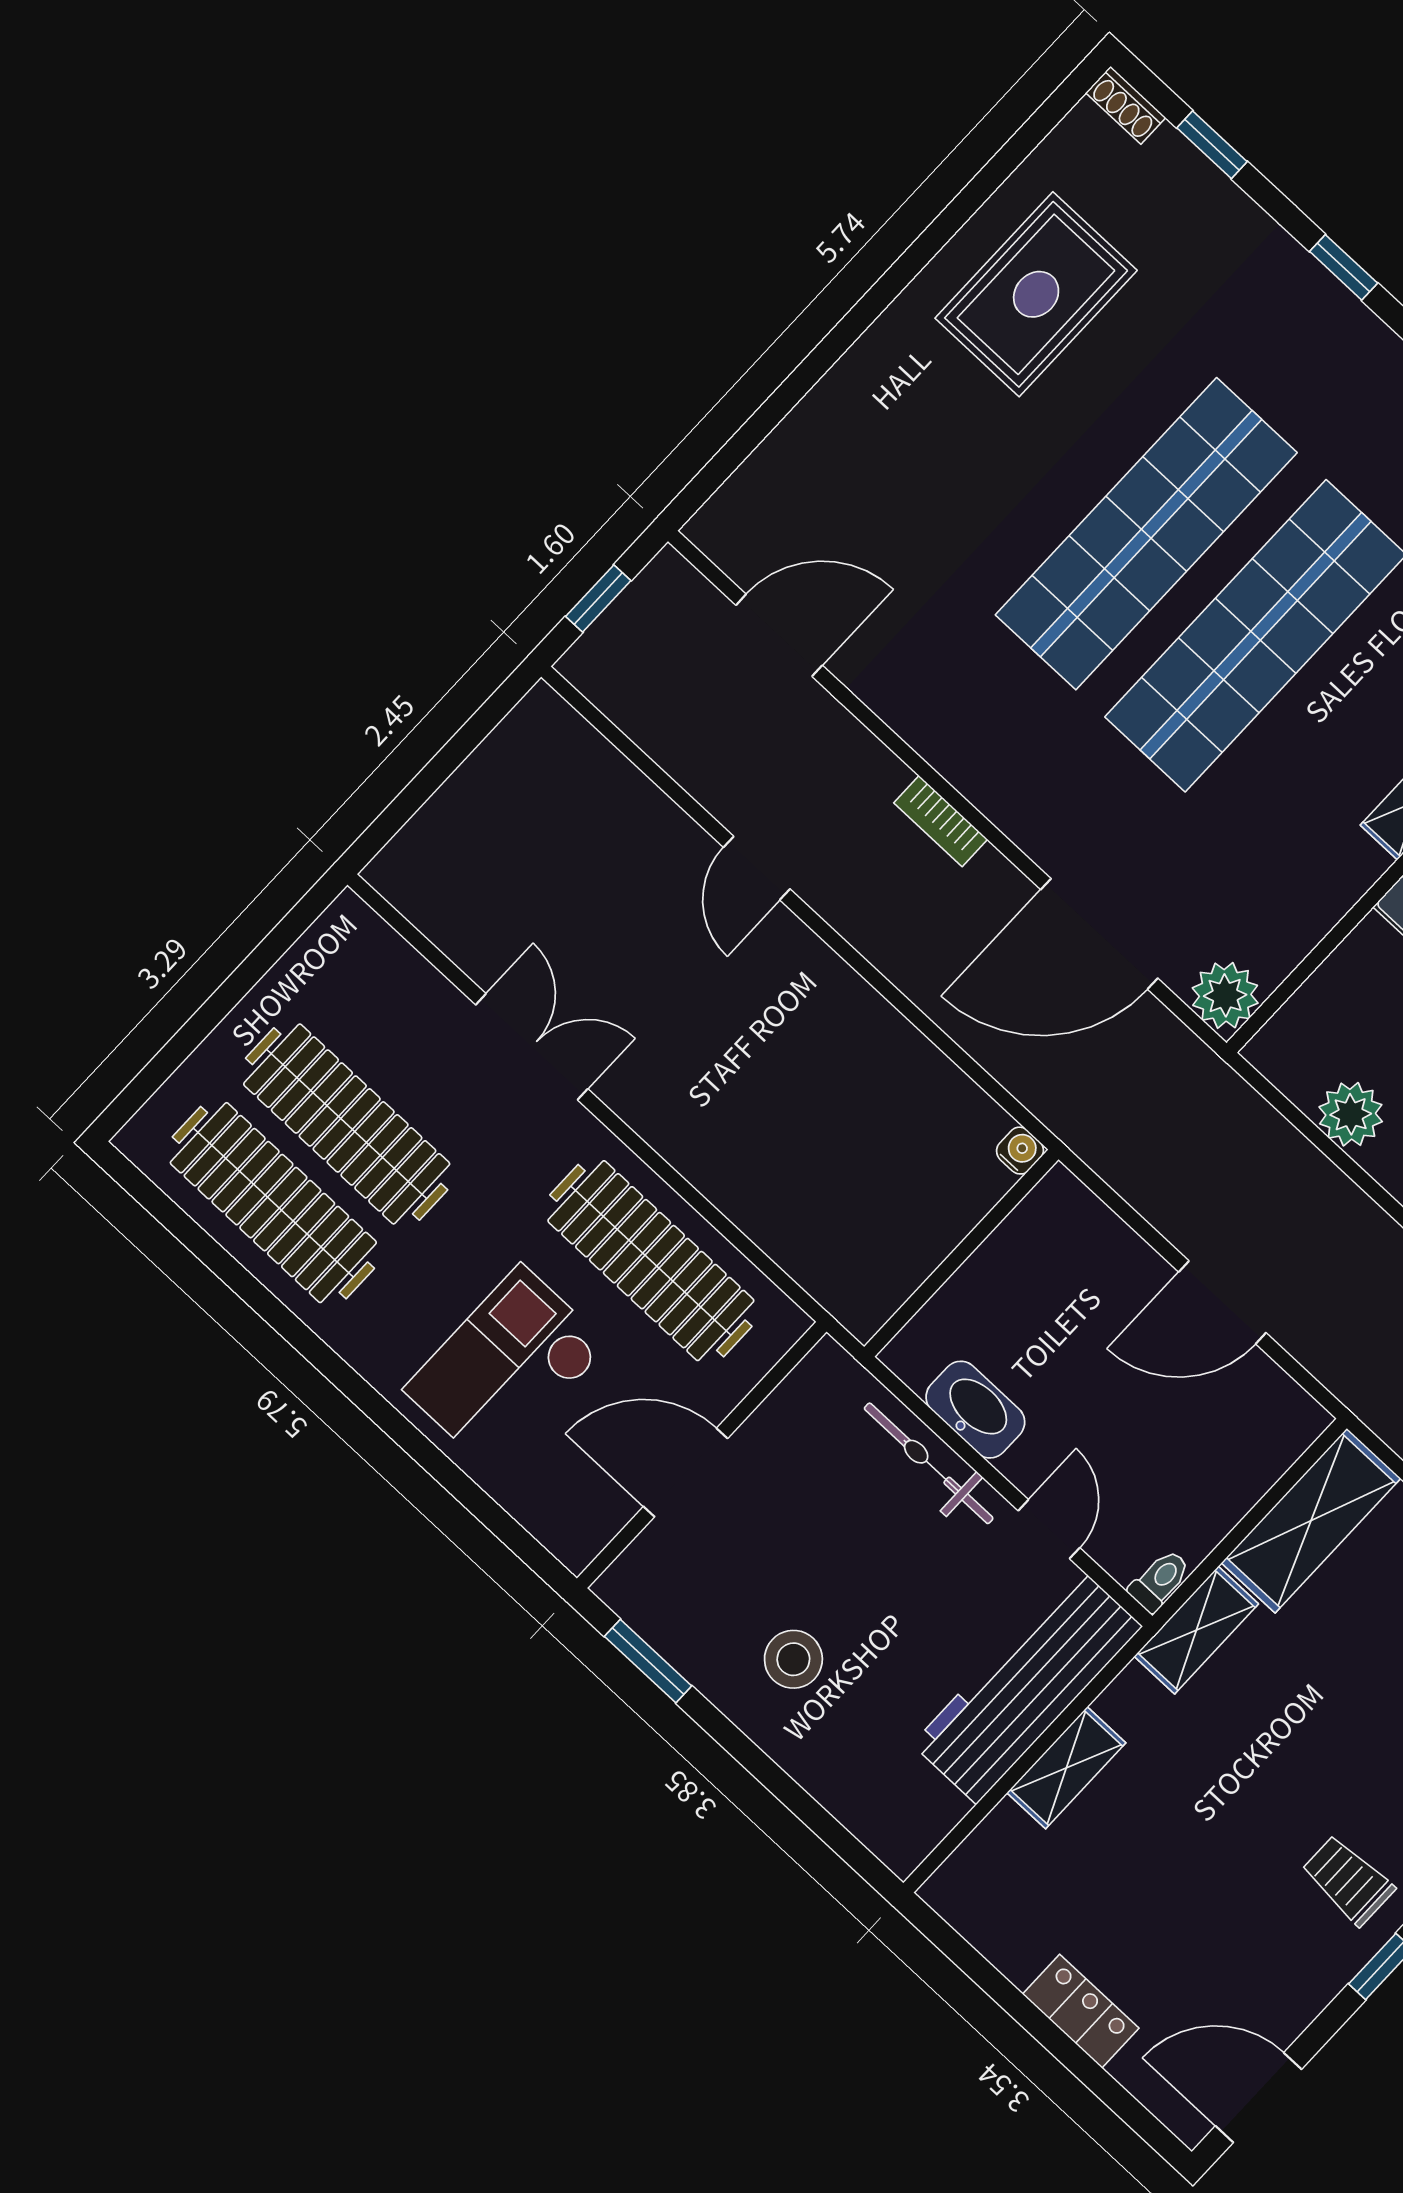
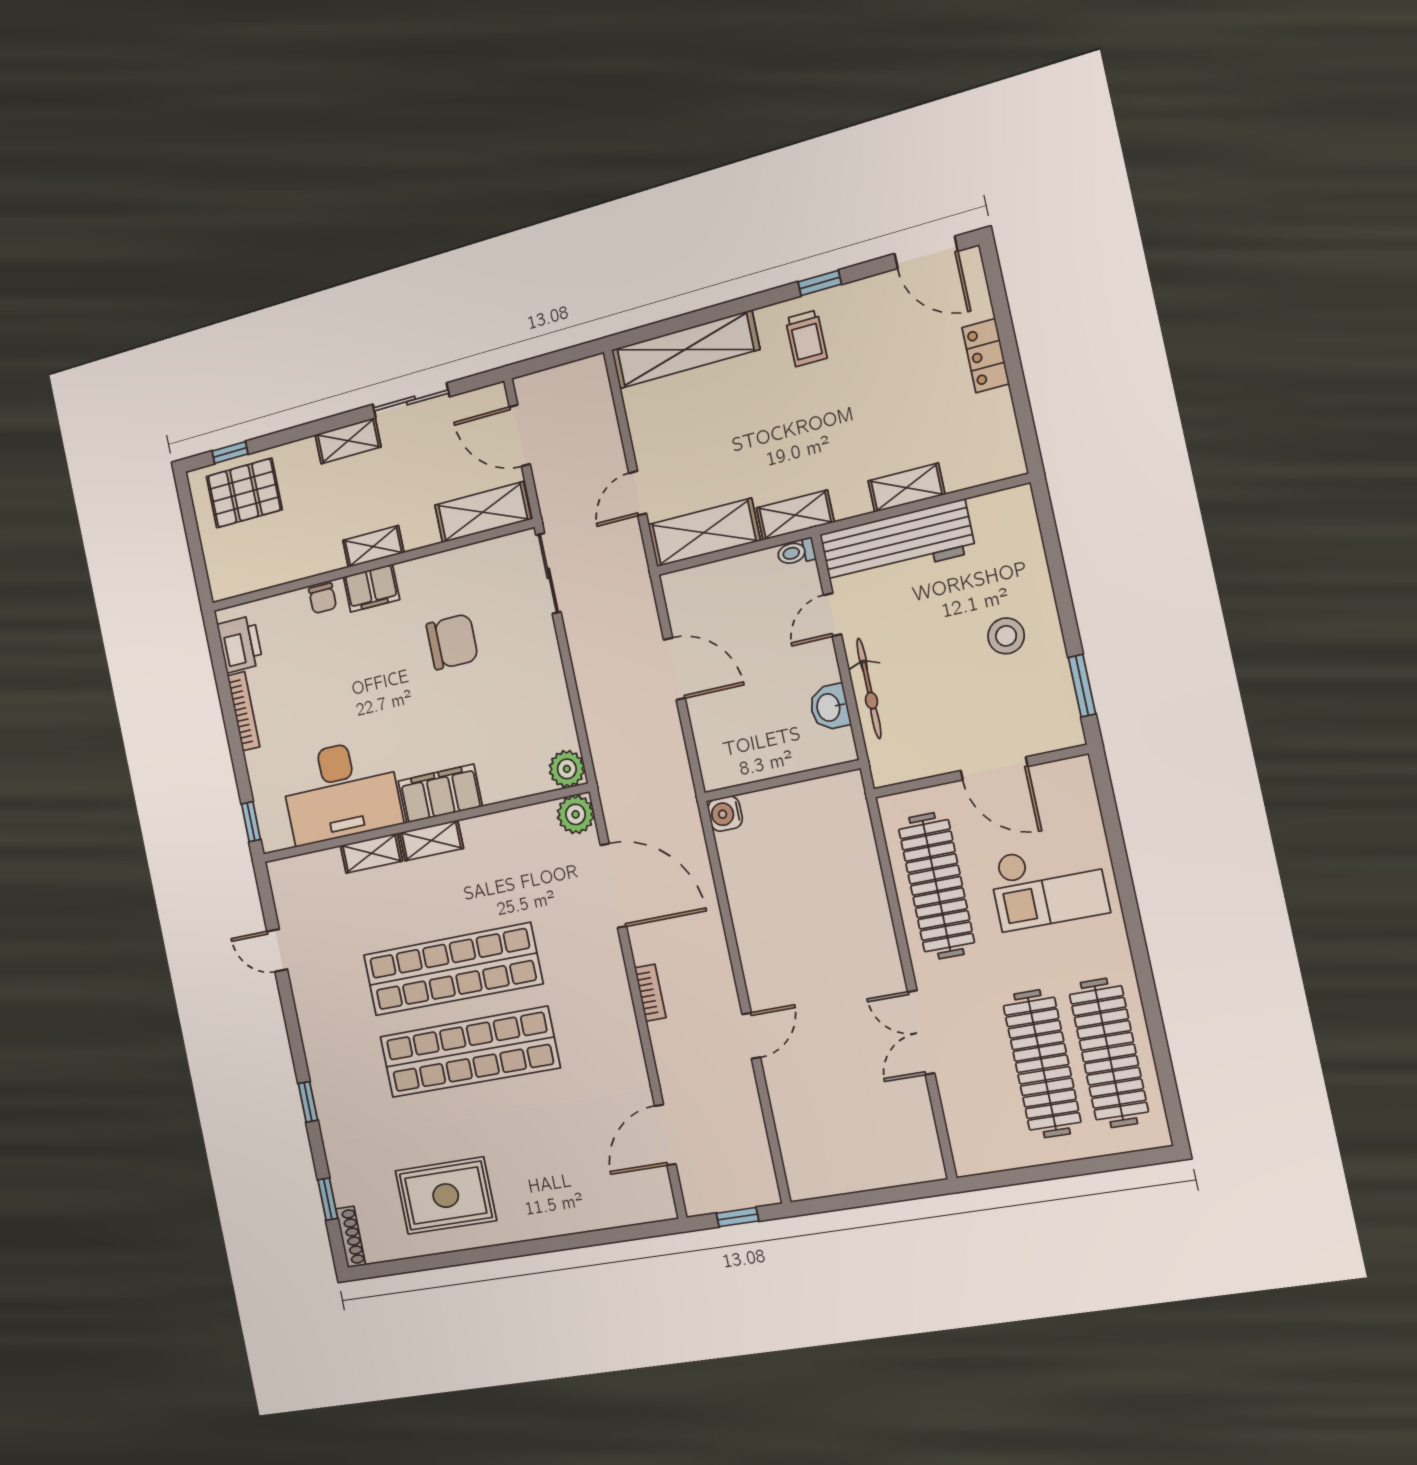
shoe rack: (1126, 105) -> (351, 1237), width x1.43
door: (779, 635) -> (665, 1135), hinge flipped
plant: (1351, 1114) -> (567, 769), moved
water cooler: (1020, 1151) -> (725, 814), width x1.38, depth x1.38
washbasin: (975, 1410) -> (829, 707), width x0.72

